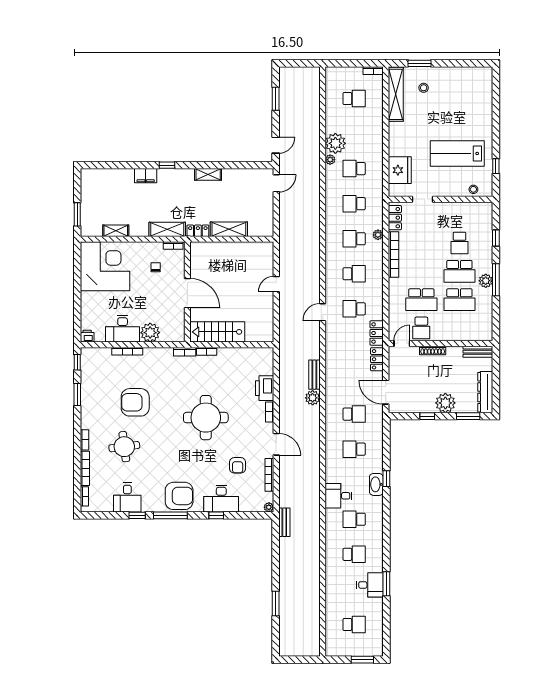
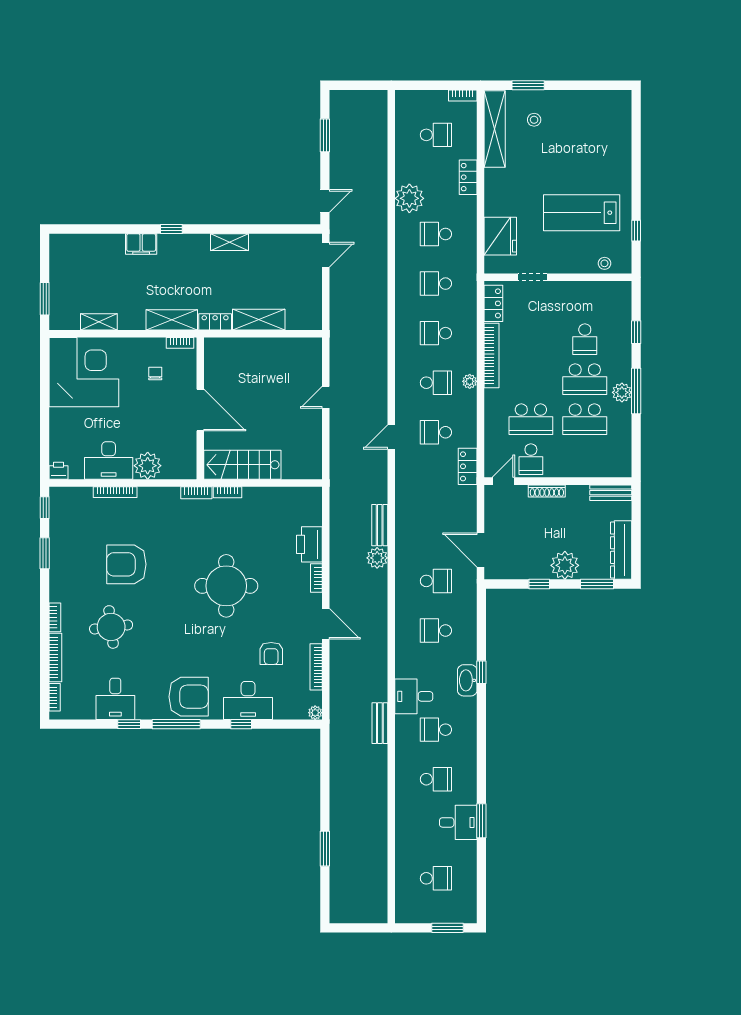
plant: (330, 160) -> (402, 221), removed
plant: (378, 235) -> (470, 381), moved
locker: (377, 359) -> (468, 177), moved
bench: (284, 522) -> (380, 723), moved

